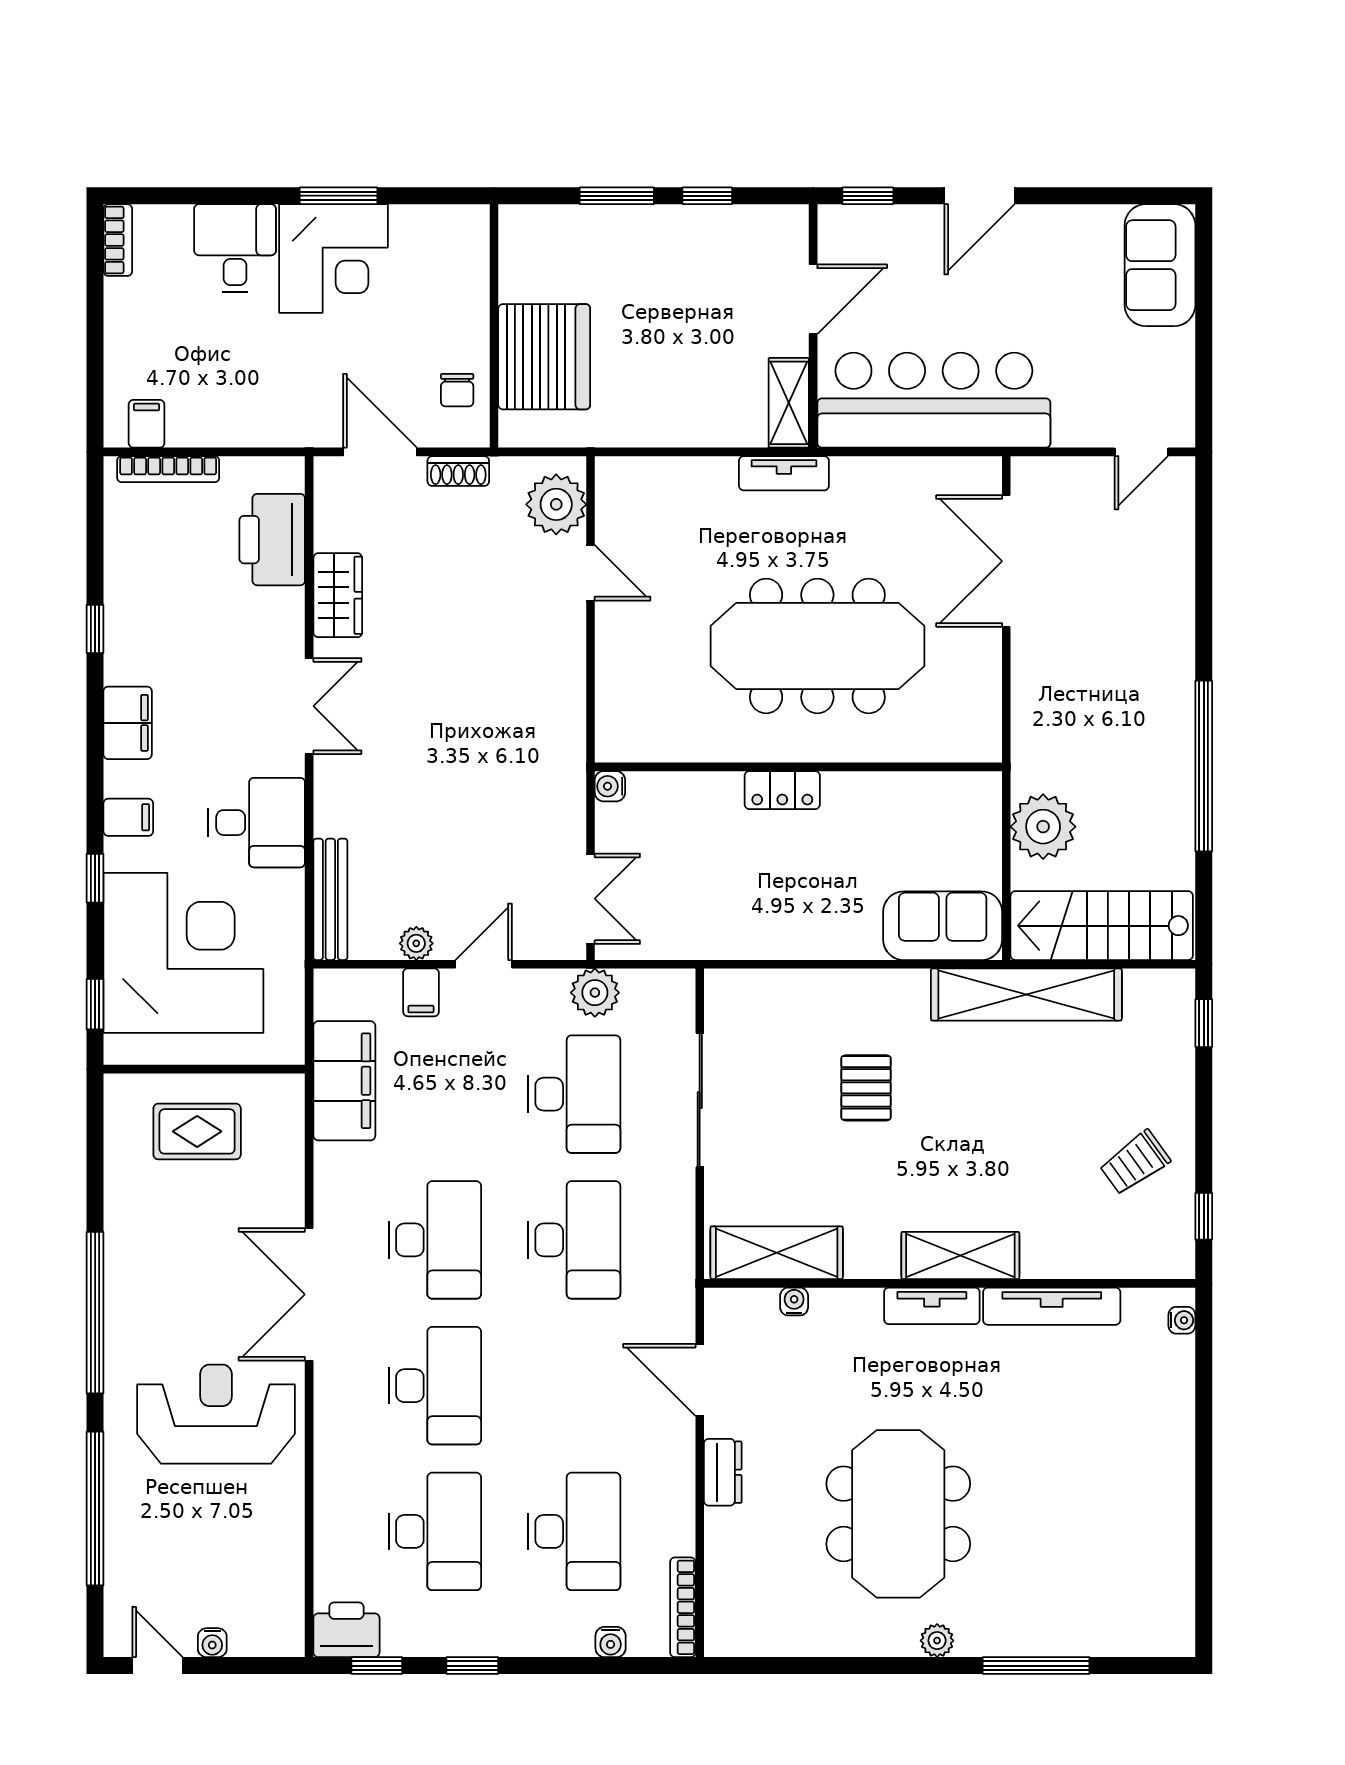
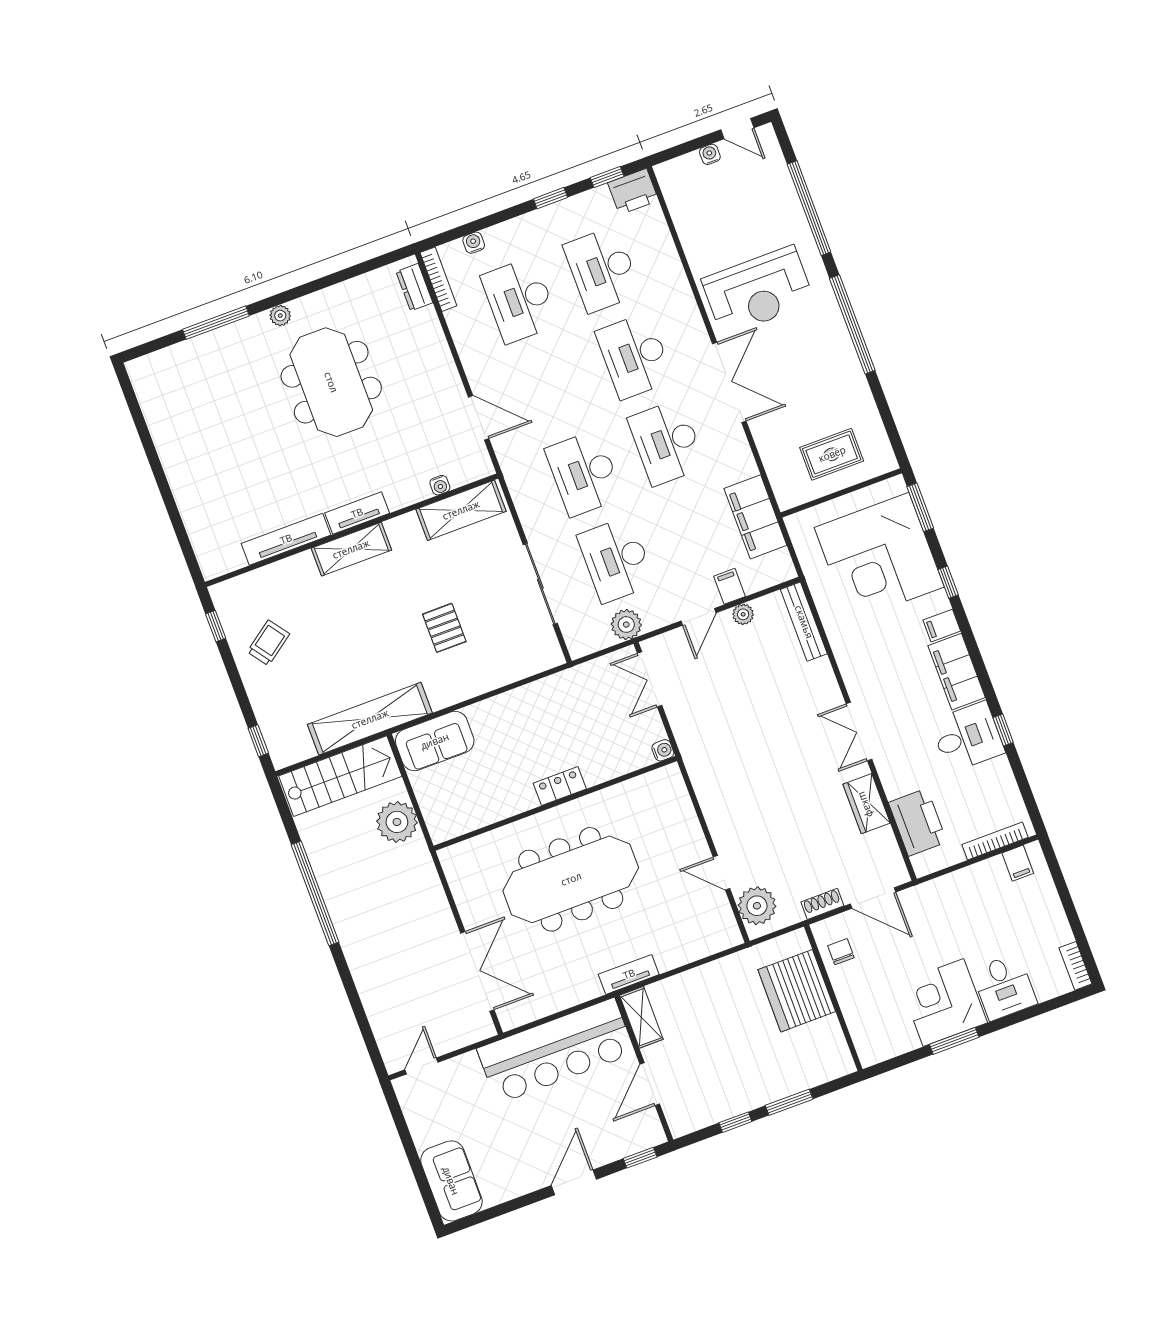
filing cabinet: (128, 723) -> (957, 672), width x1.50, depth x1.17
desk: (257, 823) -> (967, 737), moved, turned 180
window: (95, 1004) -> (920, 507), width x1.50
water cooler: (1182, 1320) -> (206, 560), removed
dresser: (723, 1472) -> (414, 287), moved

